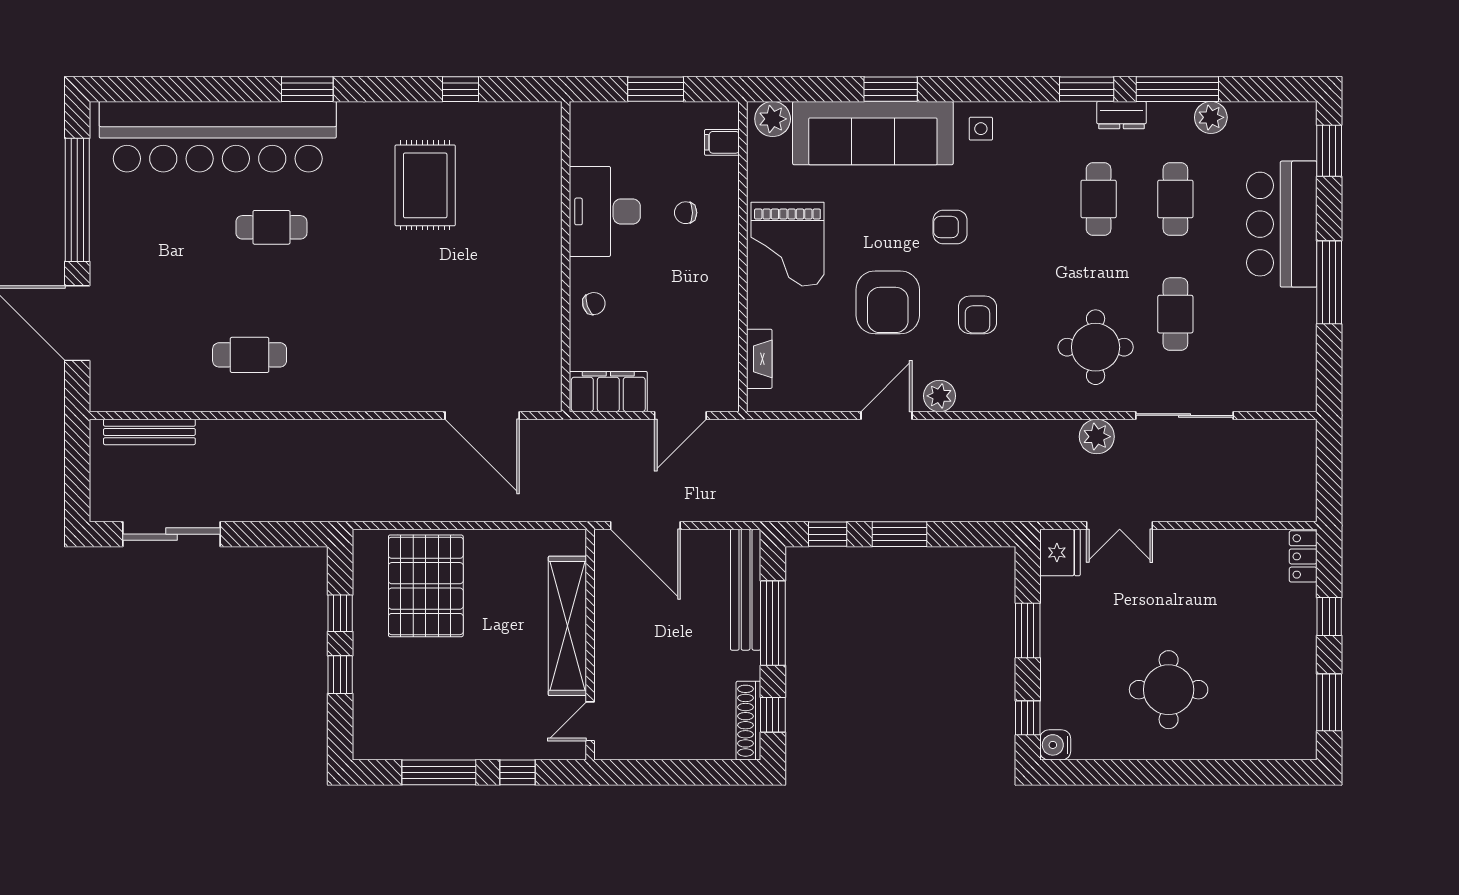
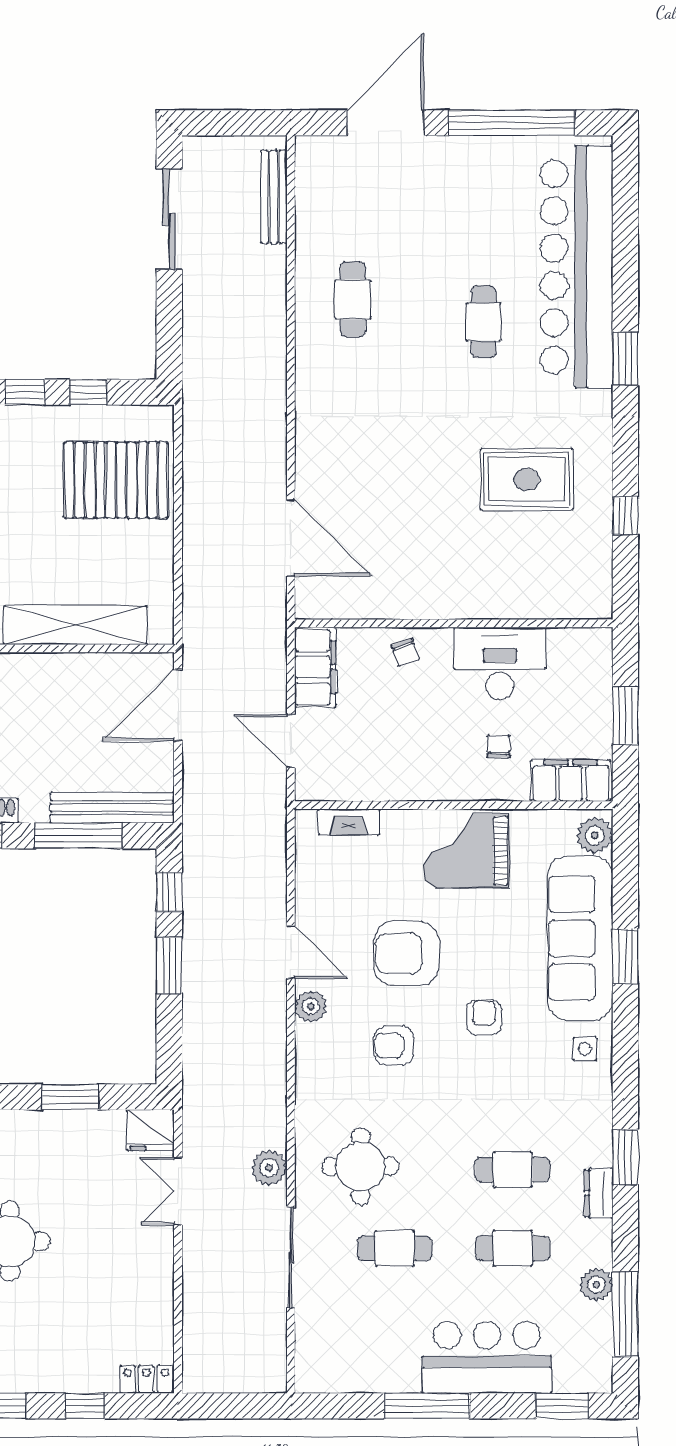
window: (1177, 89) -> (625, 1314), moved
filing cabinet: (722, 142) -> (571, 781), width x3.00, depth x1.17
door: (482, 415) -> (291, 538), swing flipped

